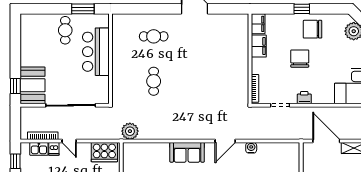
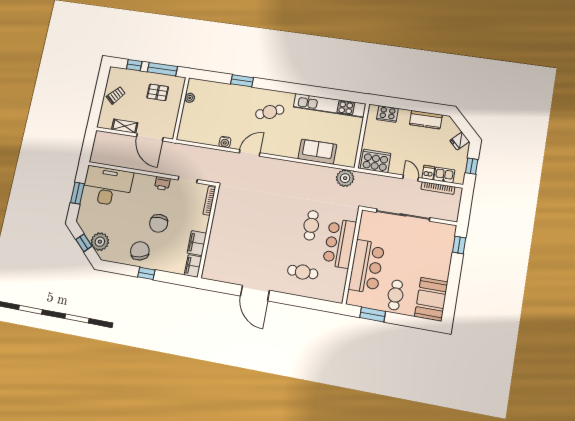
chair: (313, 29) -> (140, 251), turned -104
bar counter: (124, 69) -> (340, 243), added
booth: (33, 85) -> (431, 299), moved
sofa: (187, 152) -> (317, 152), moved

